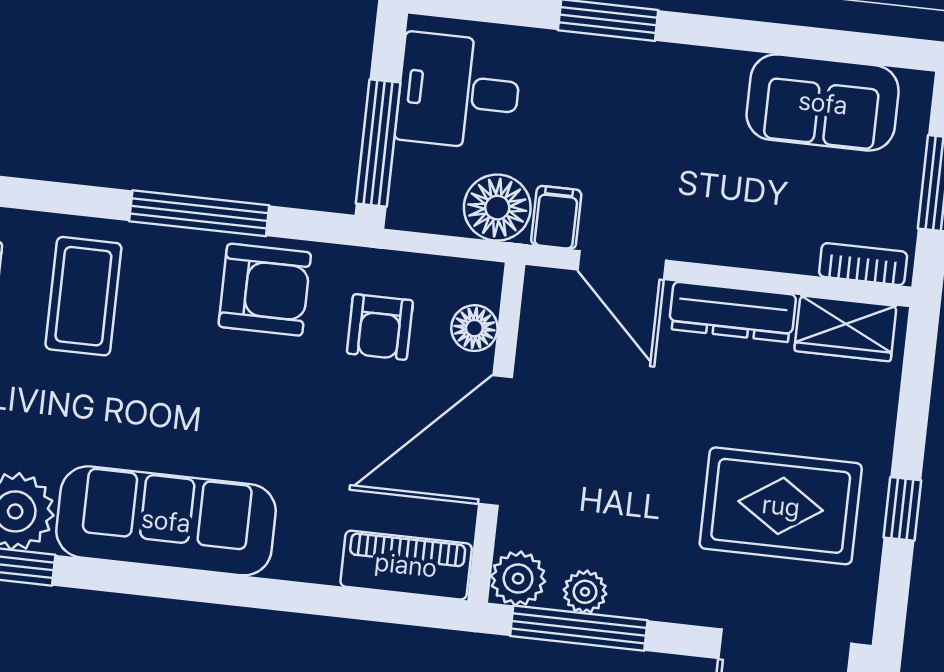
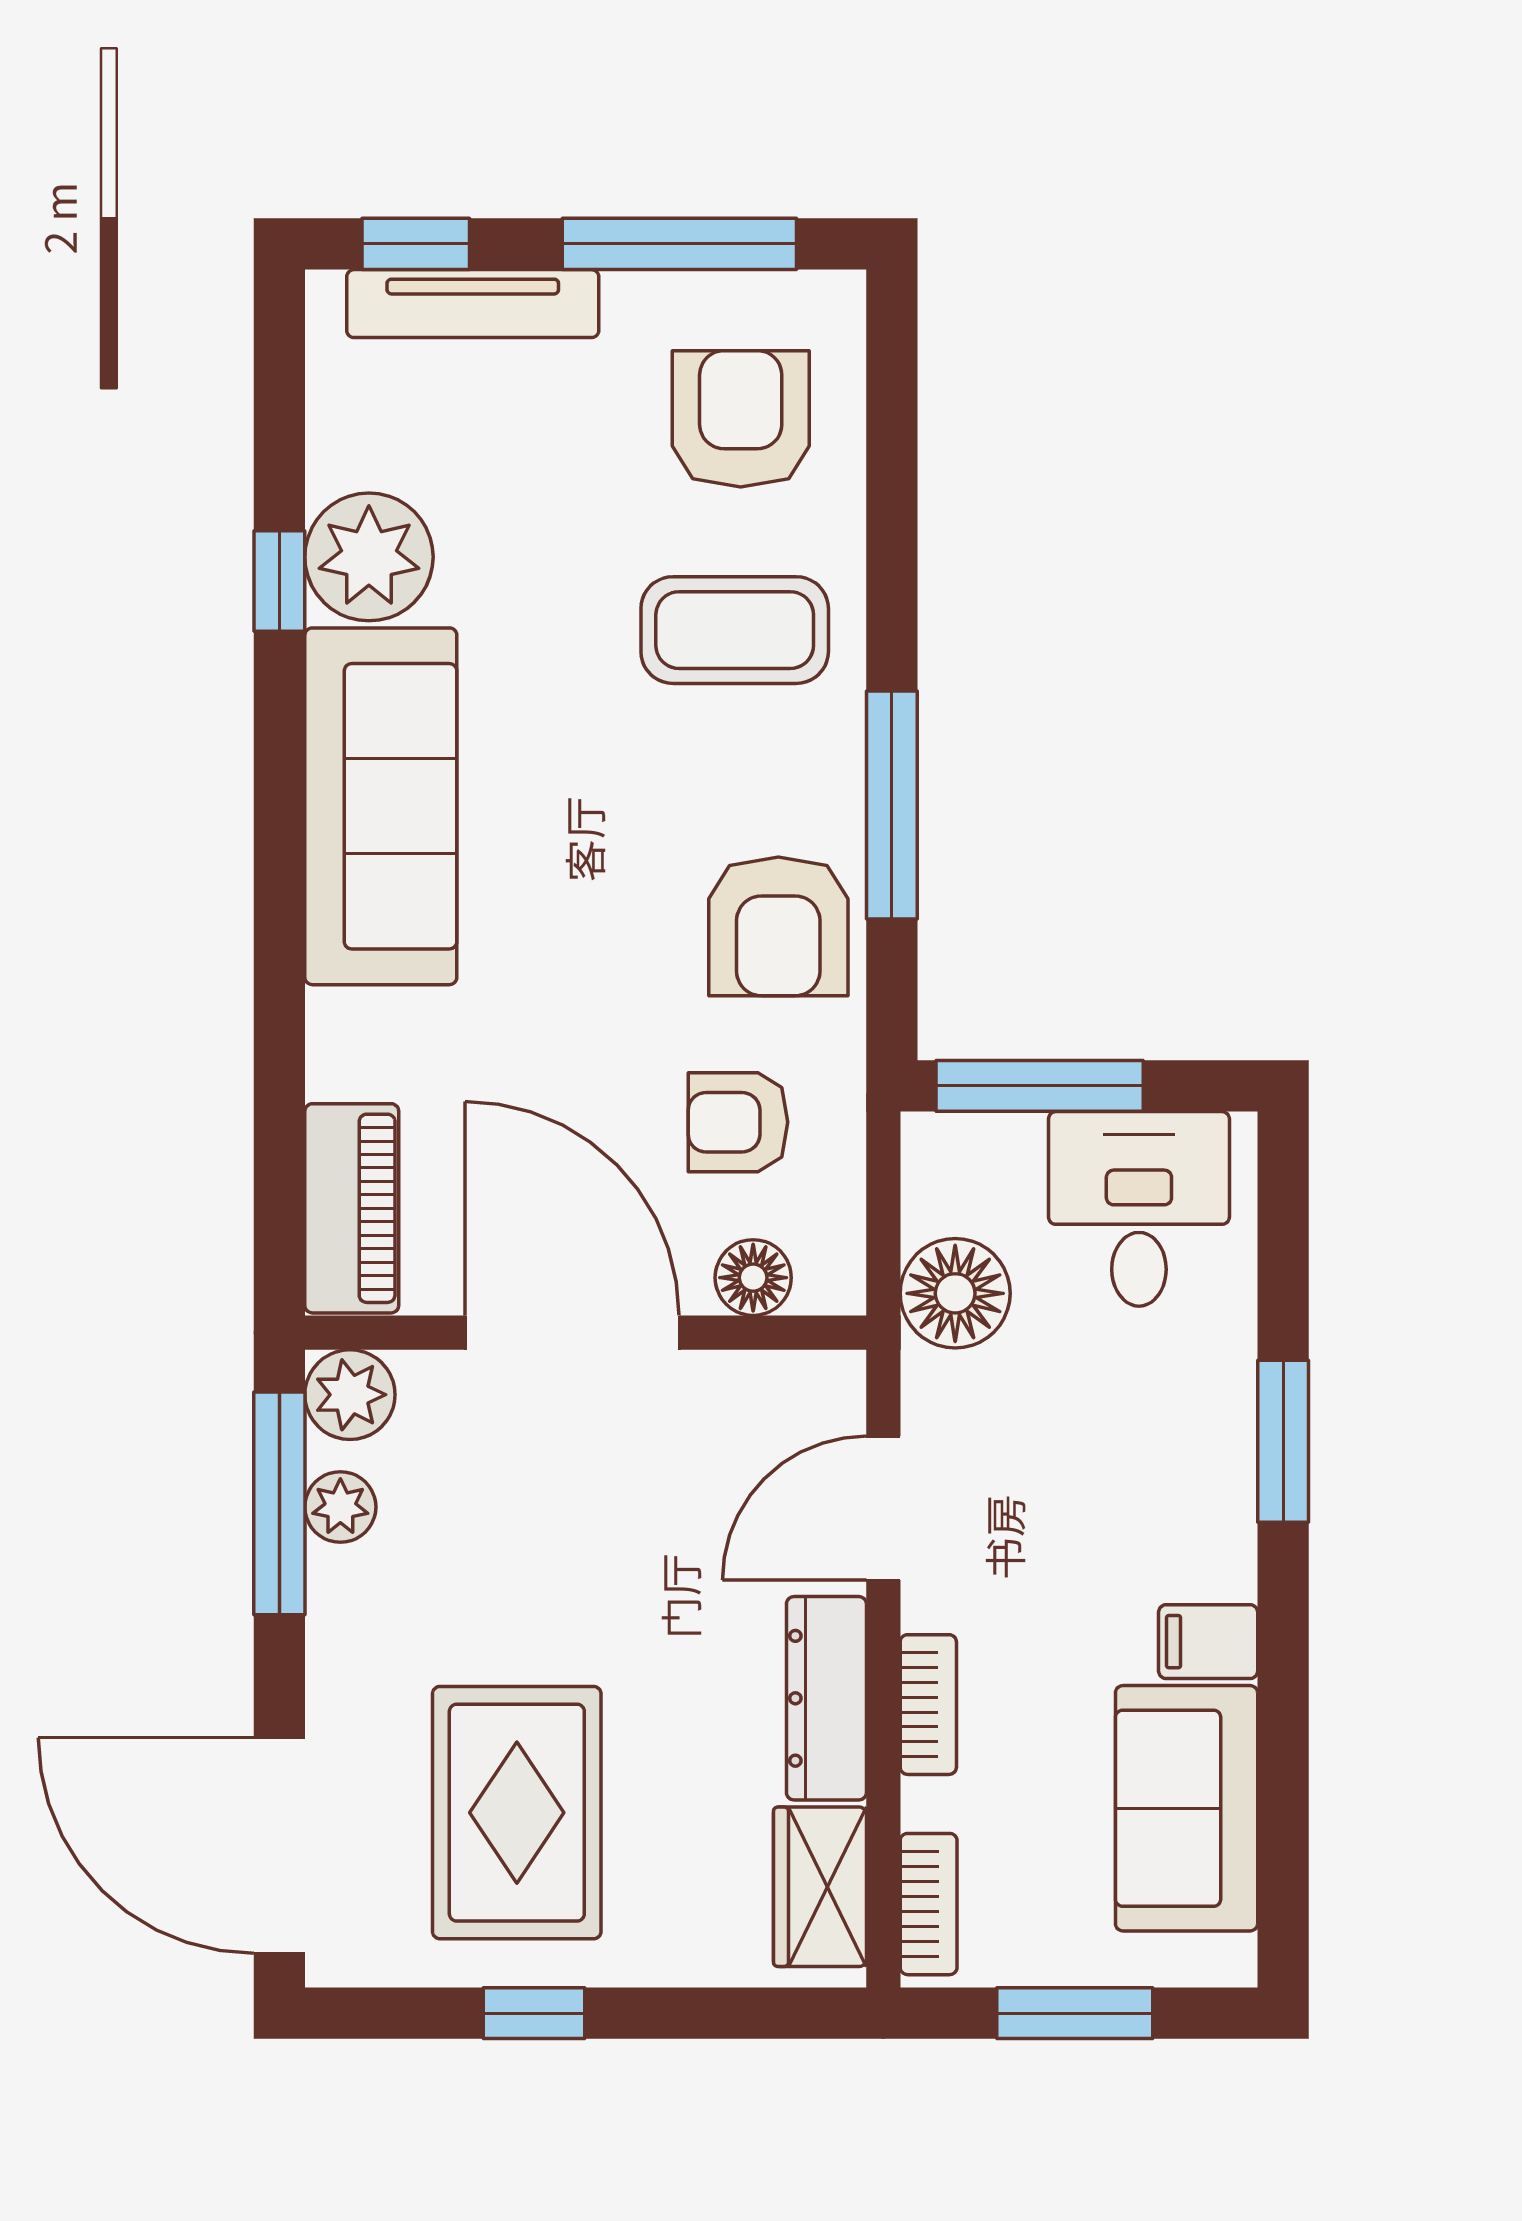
filing cabinet: (556, 217) -> (1208, 1642), moved, turned 180
bookcase: (743, 251) -> (928, 1705), added

